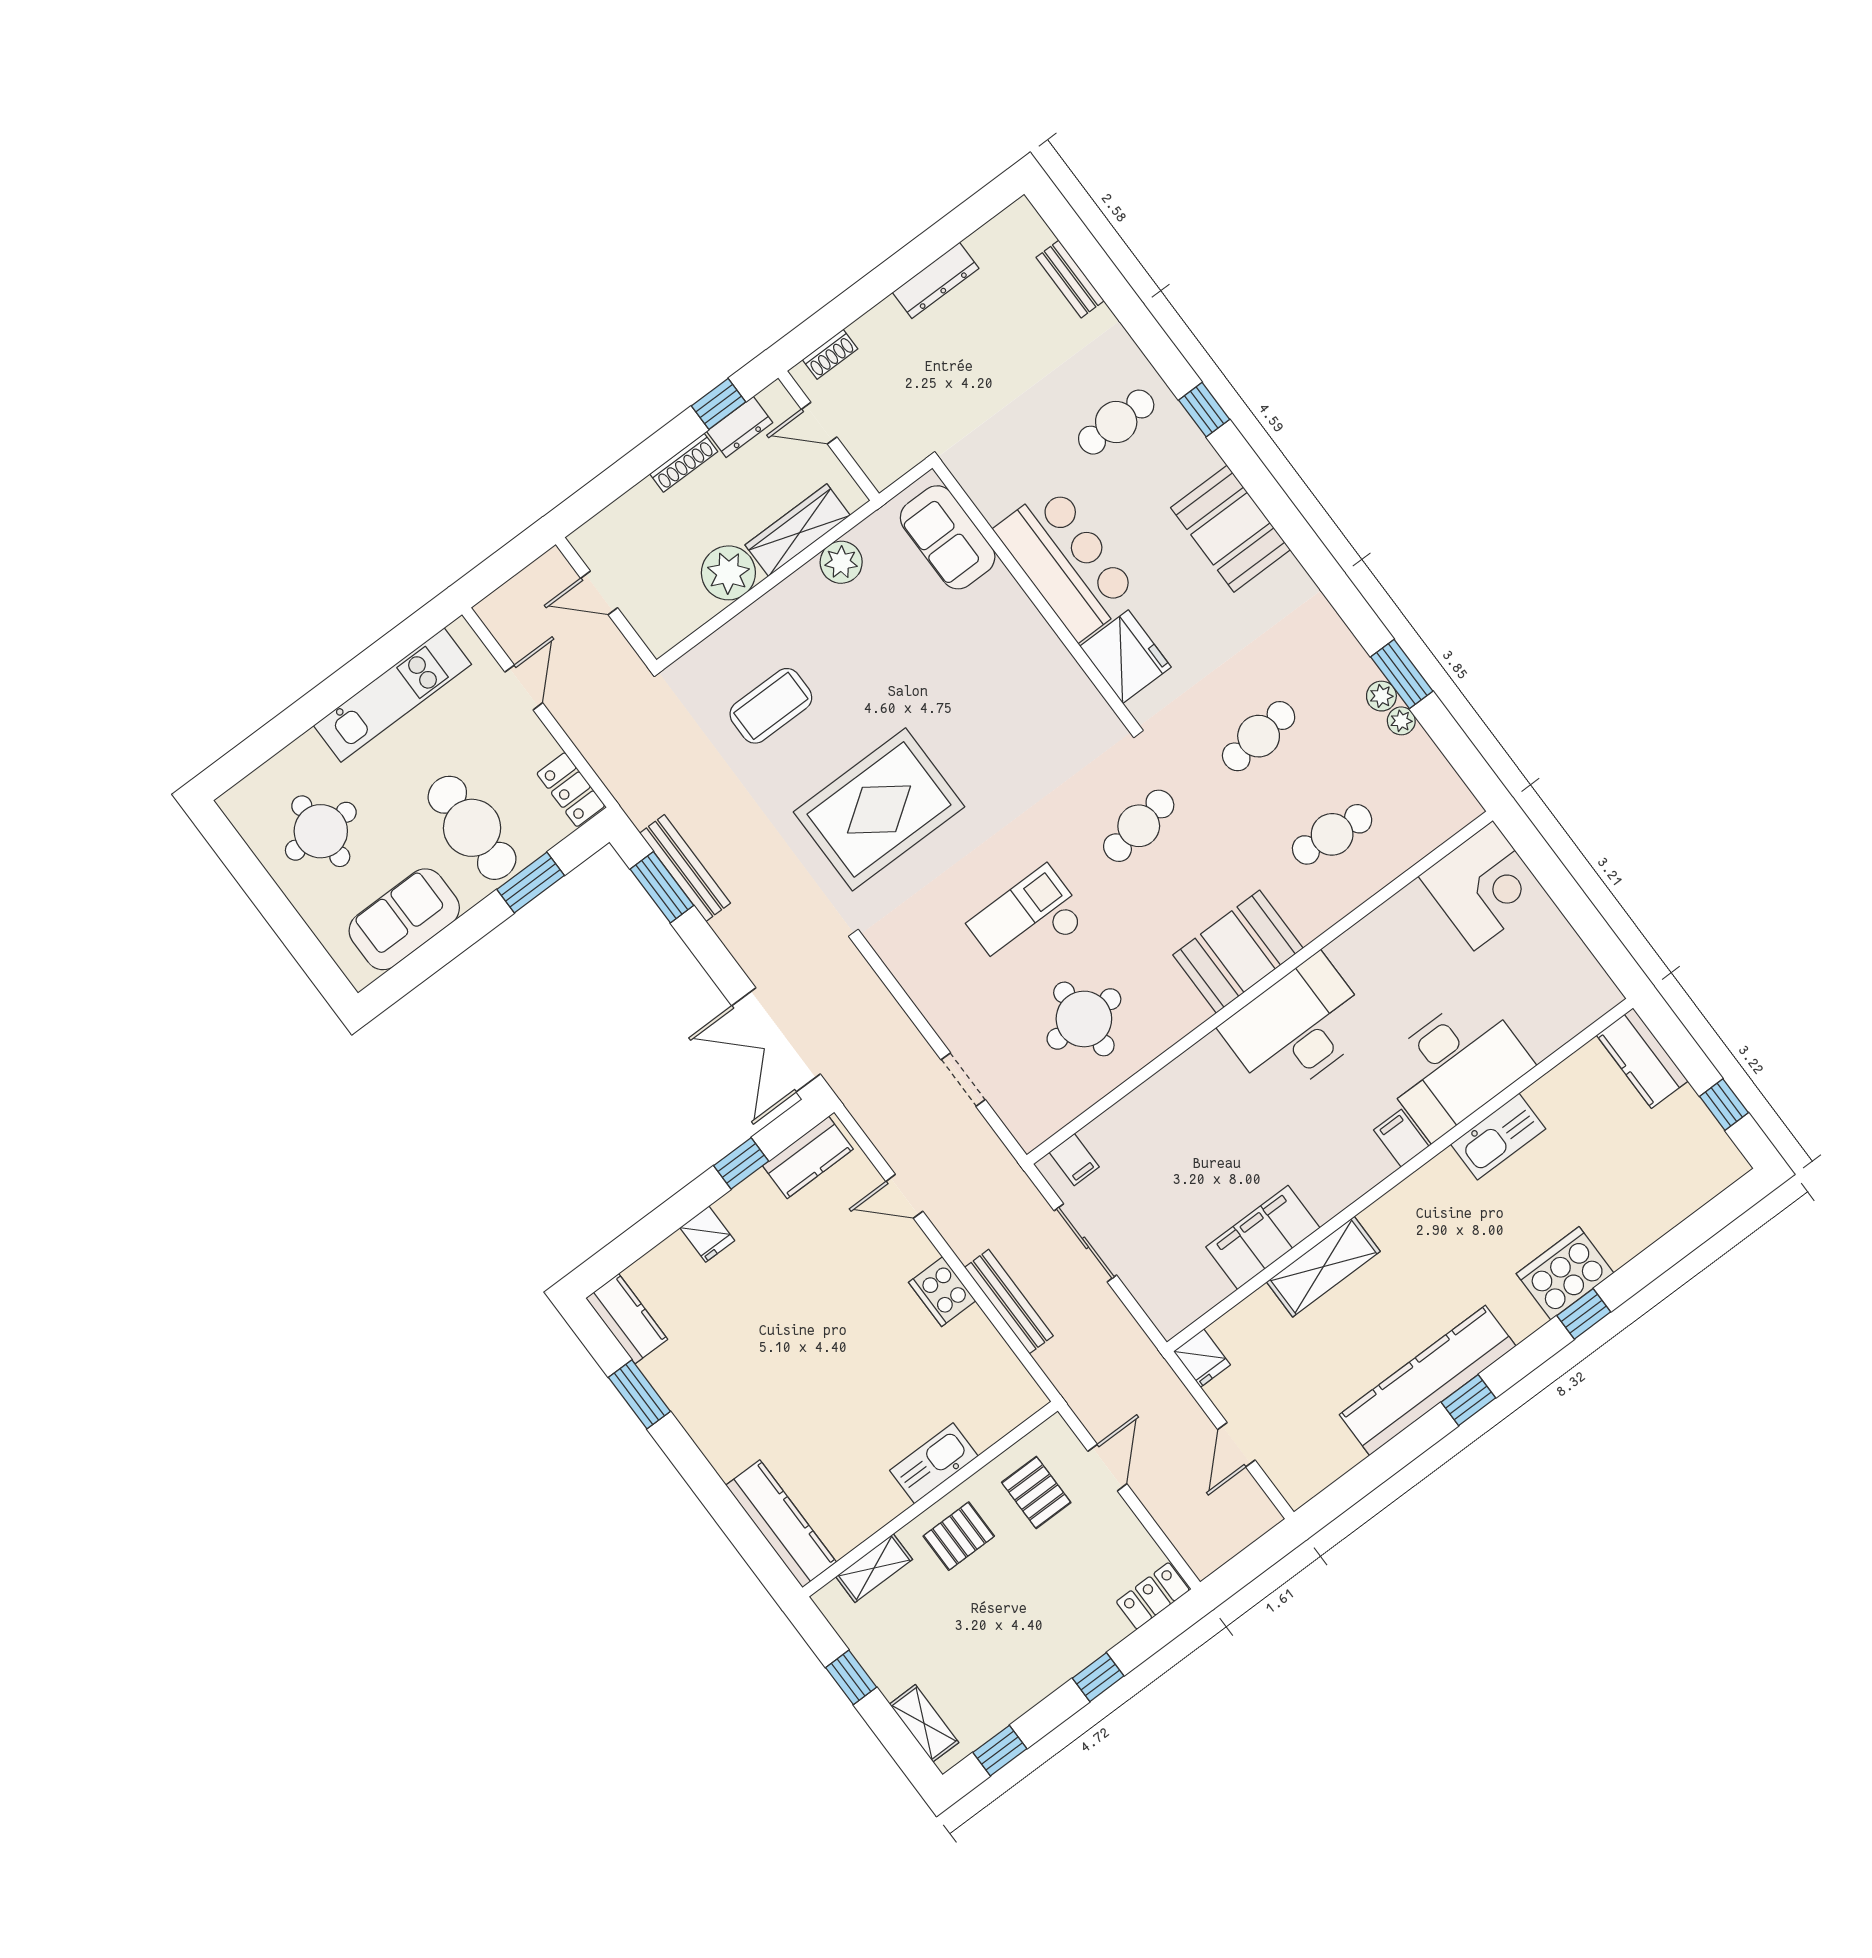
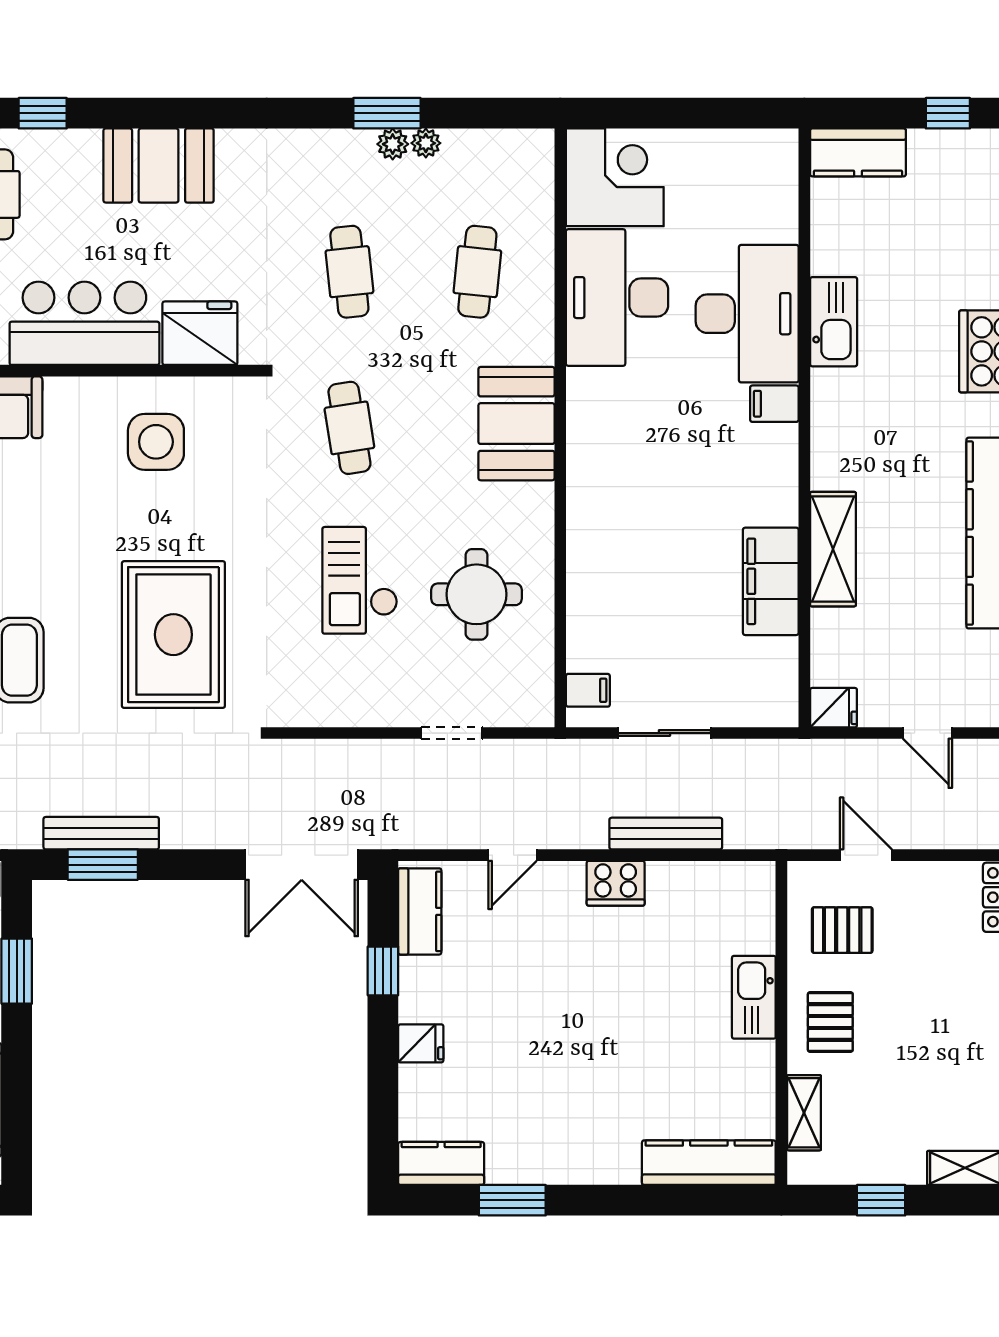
side table: (1017, 685) -> (156, 442), added
desk: (1297, 1028) -> (617, 298), moved

